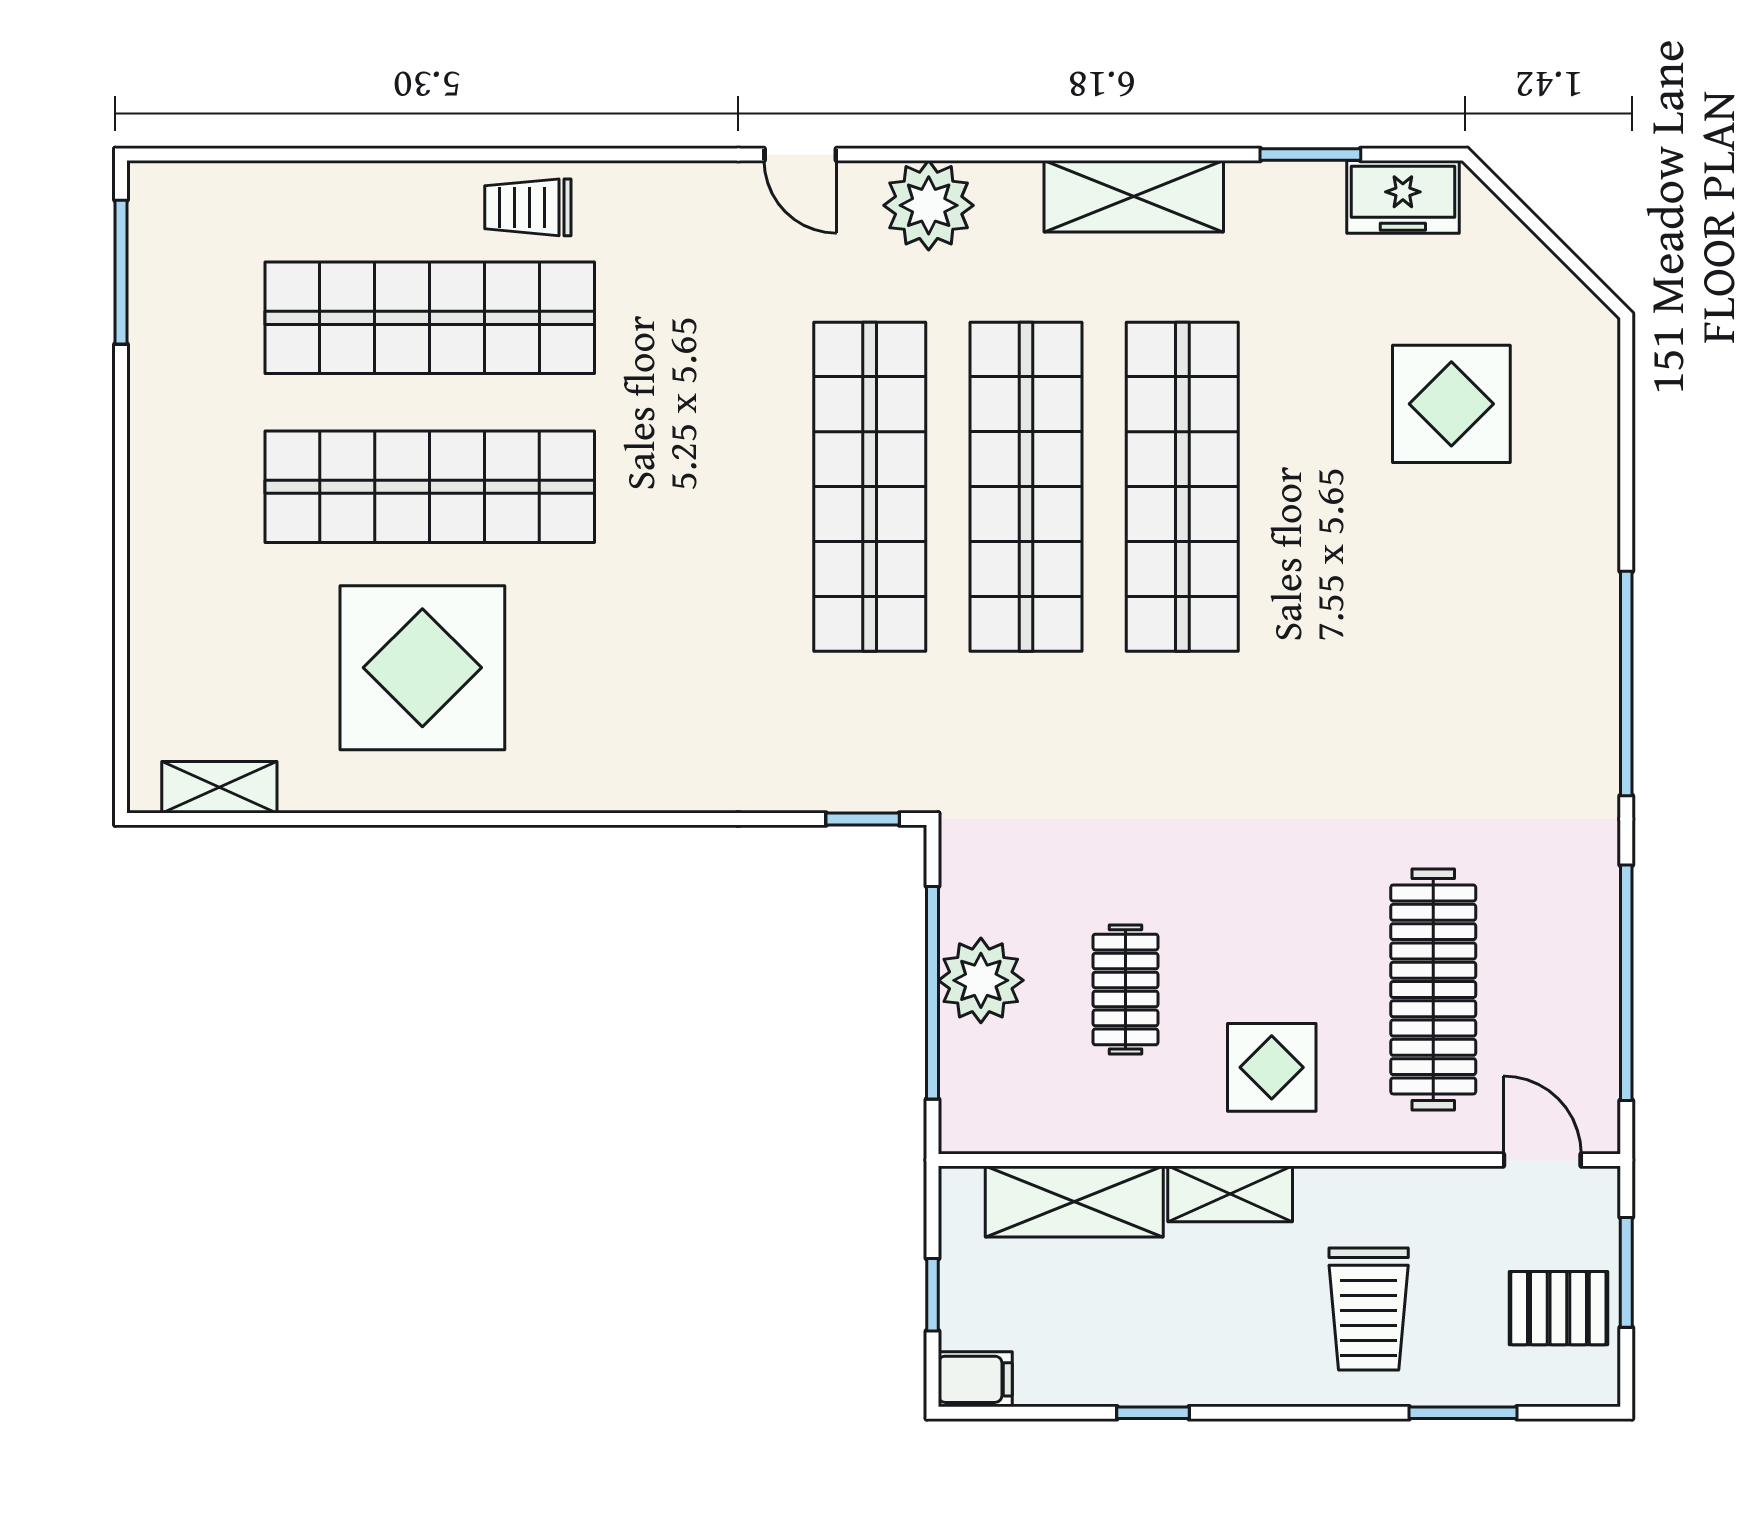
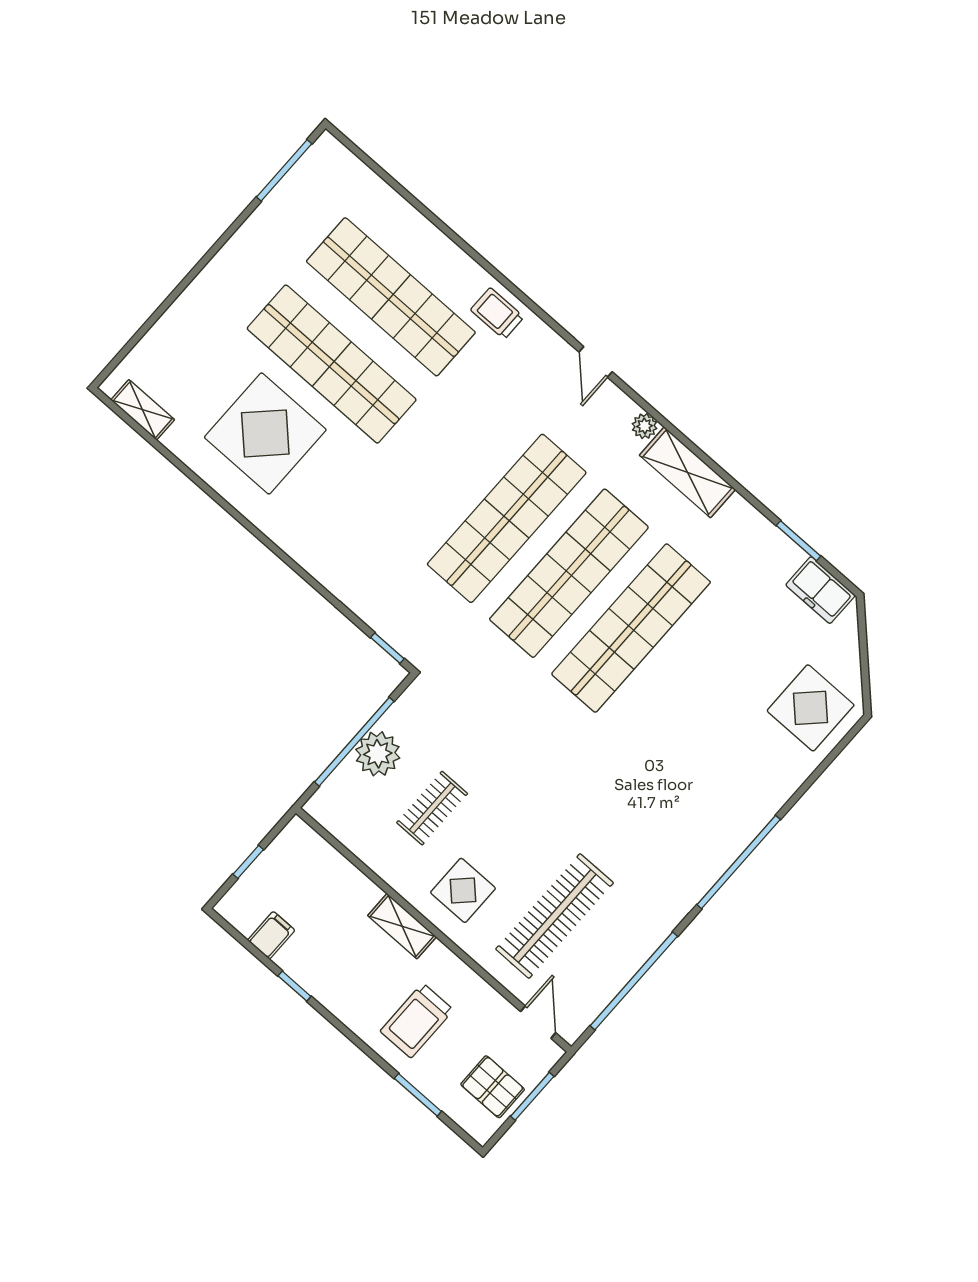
shelving: (1134, 196) -> (687, 472), moved
plant: (929, 205) -> (645, 426), width x0.53, depth x0.53
trolley: (528, 207) -> (497, 313), moved
display table: (1451, 404) -> (811, 708), moved
shelving: (1074, 1201) -> (337, 874), removed
filing cabinet: (975, 1379) -> (271, 935), moved, turned -90

